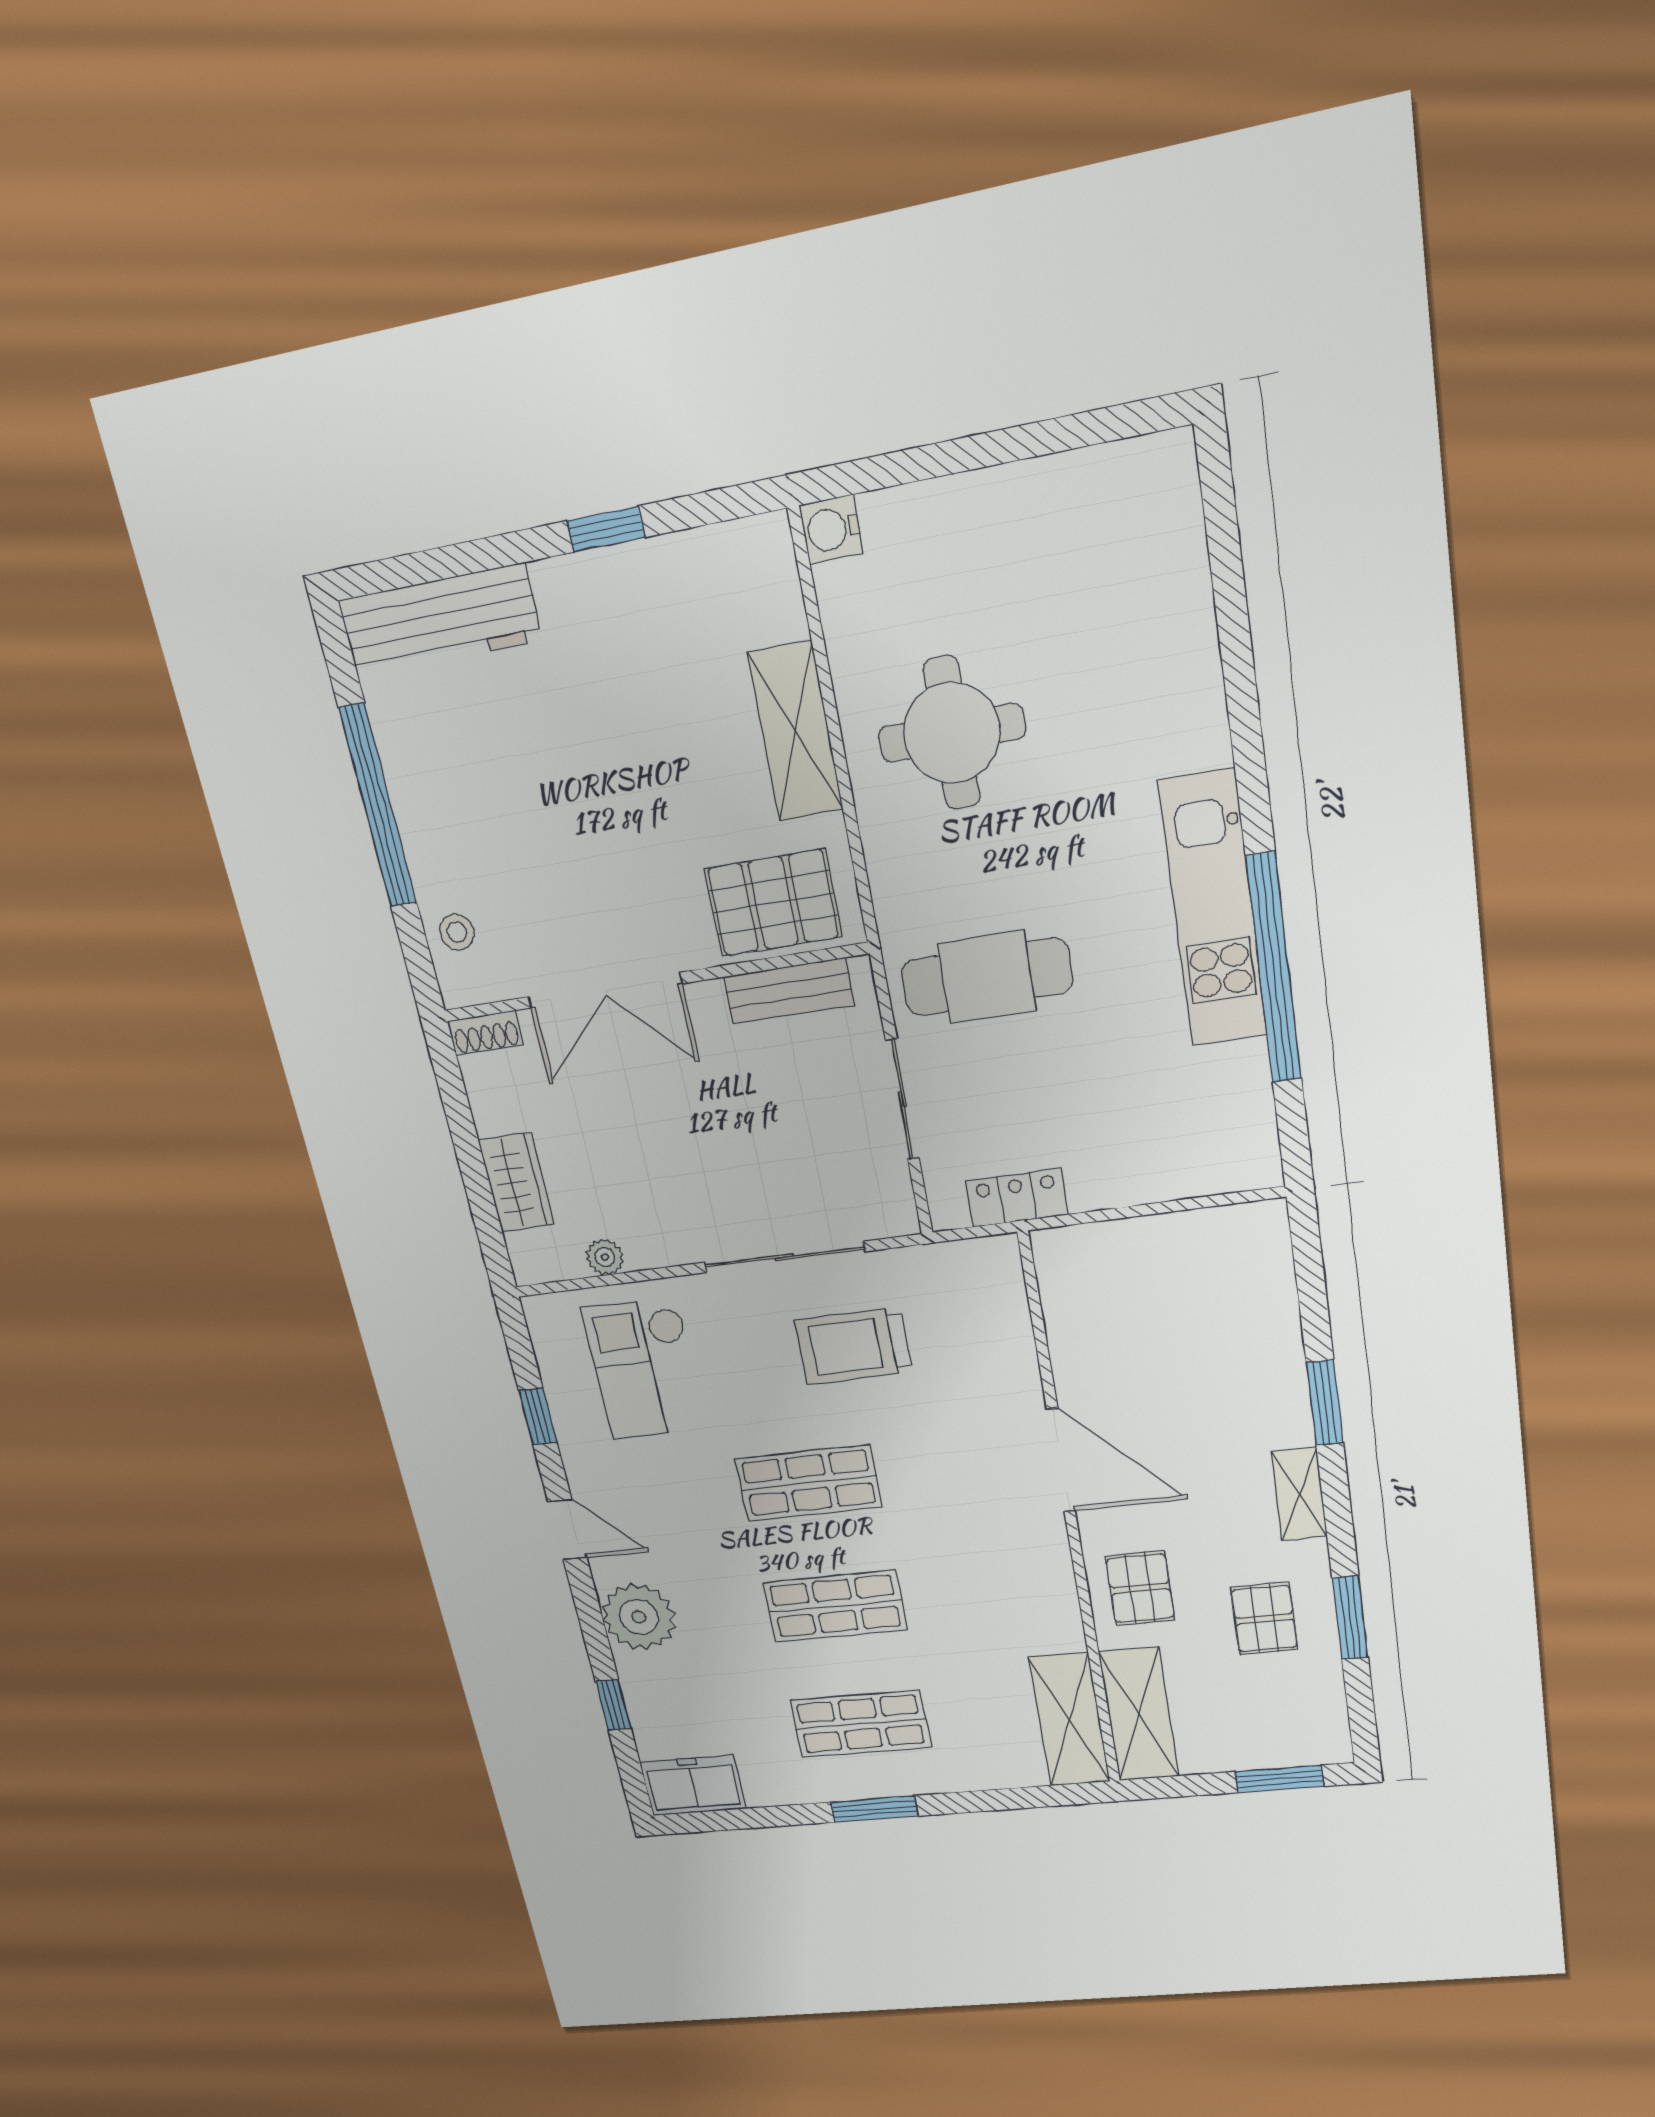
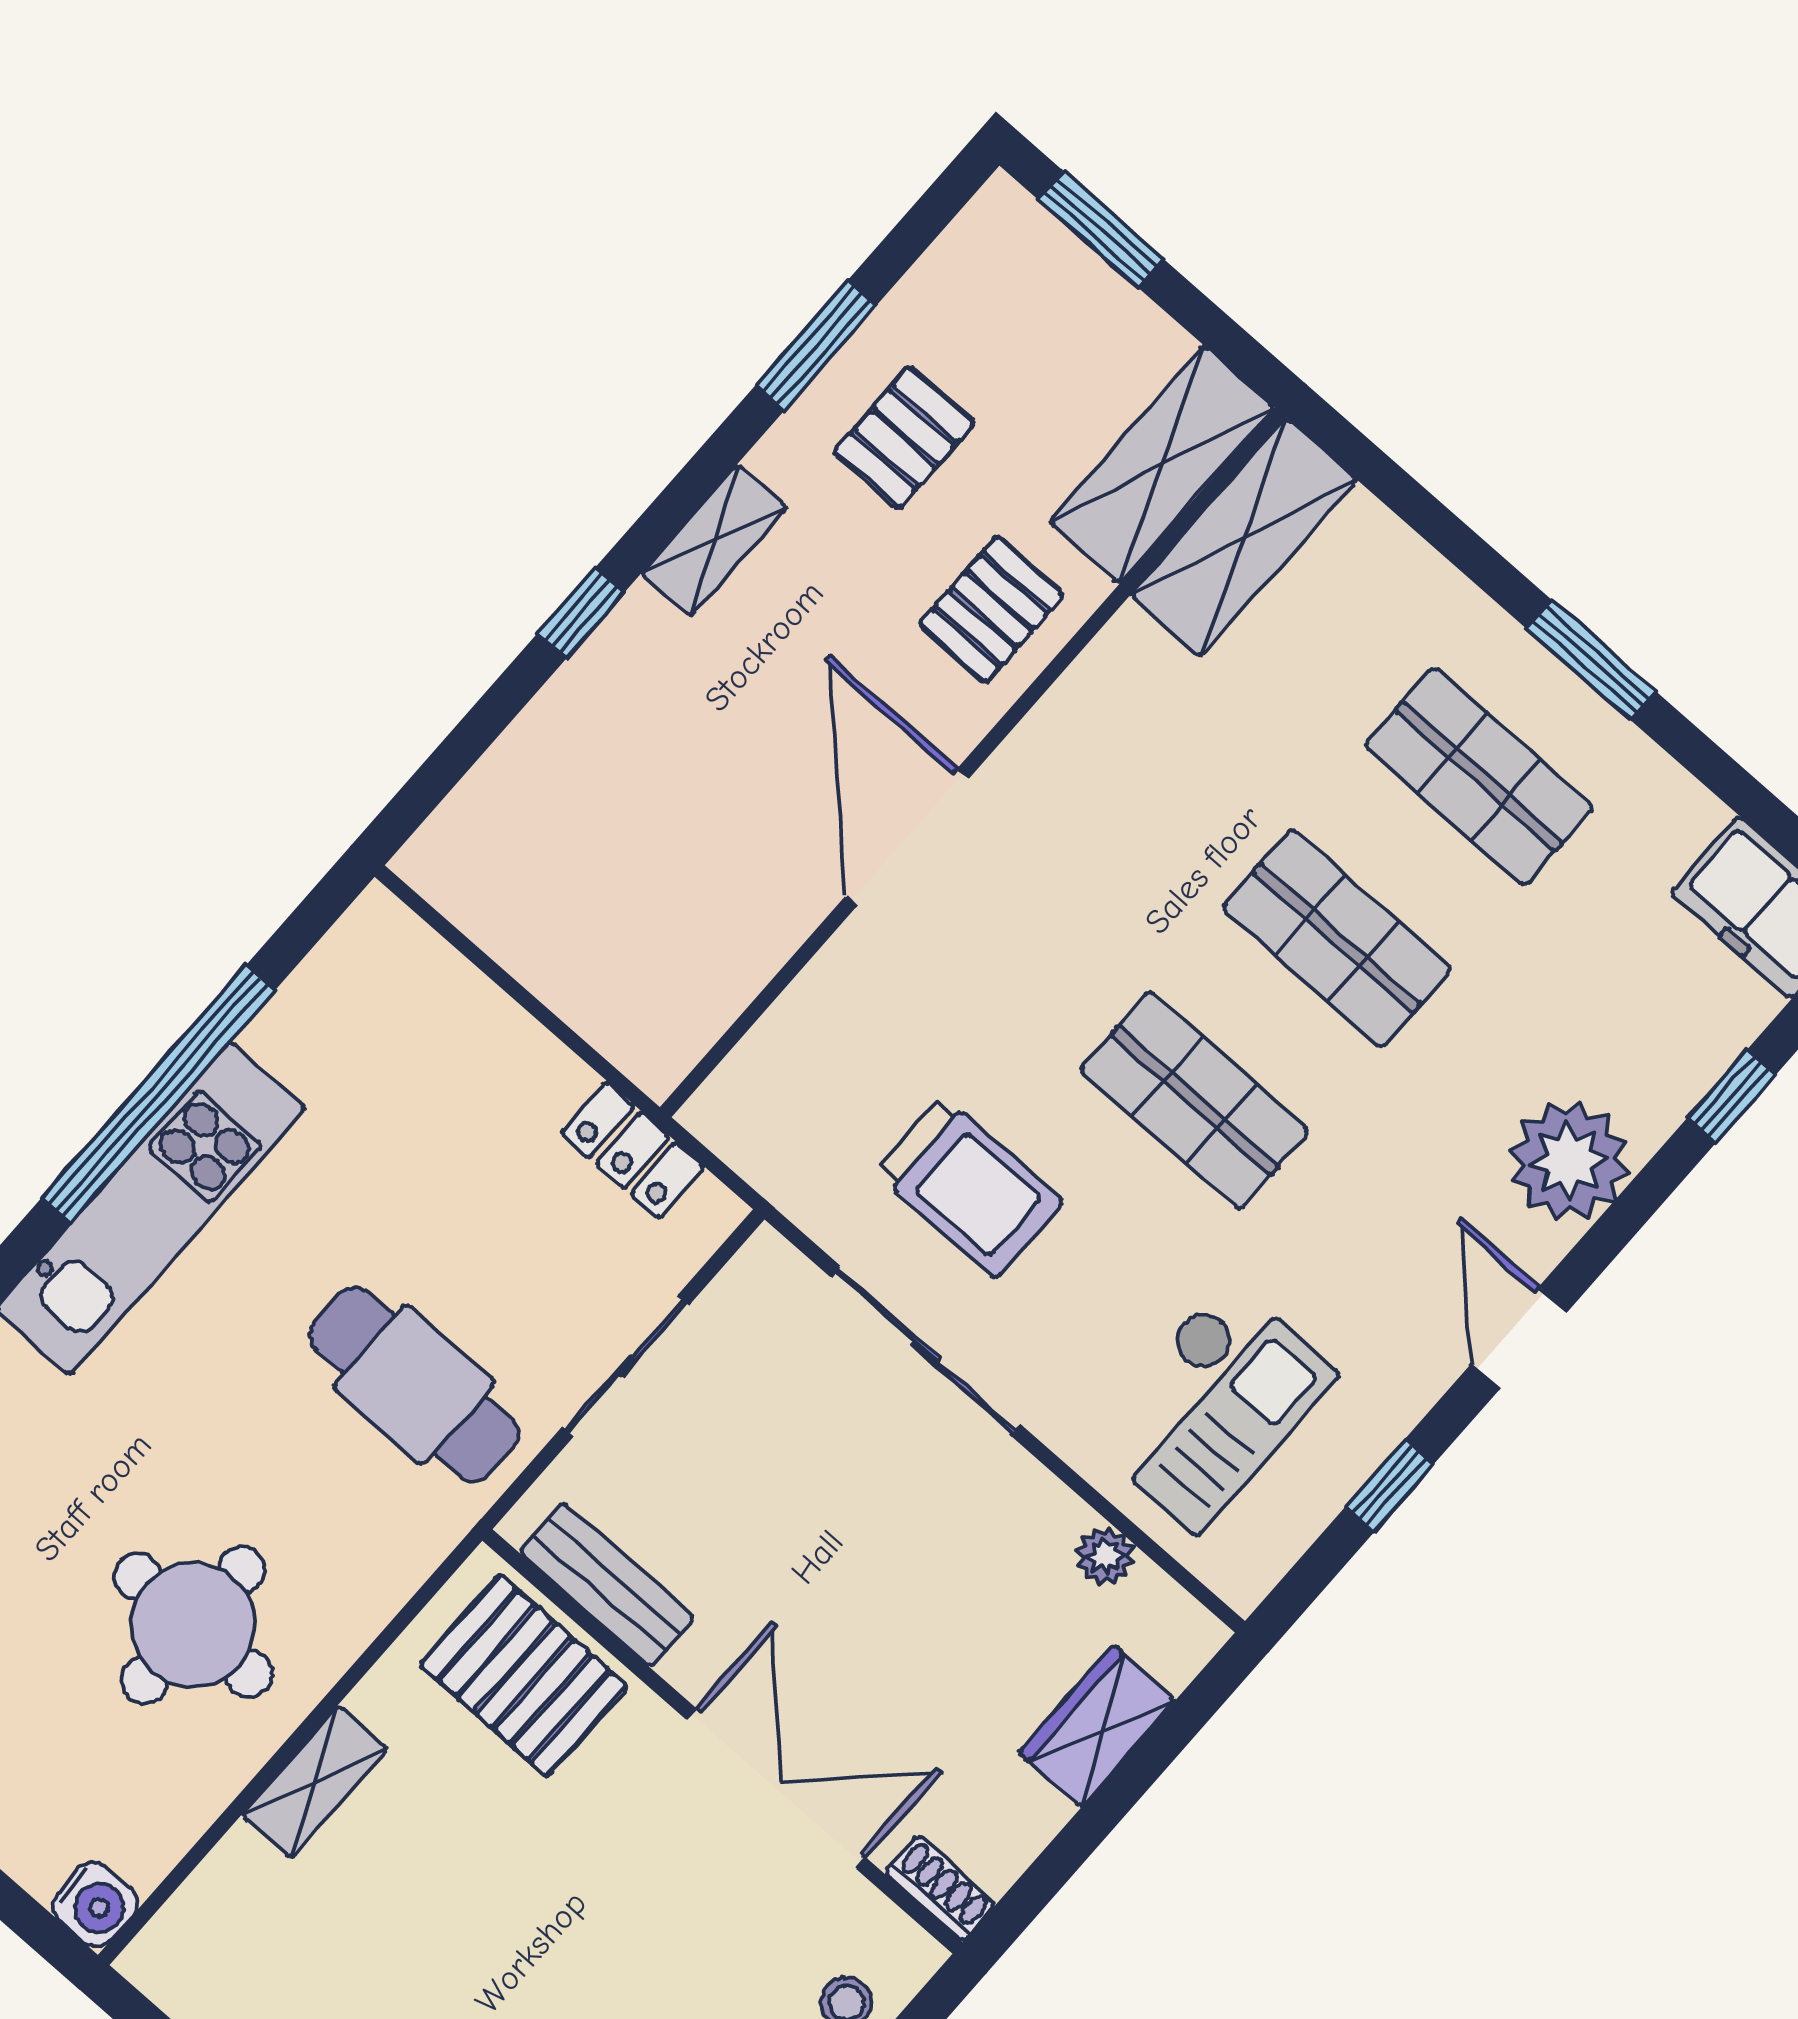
shelving: (796, 731) -> (315, 1782), width x0.67, depth x0.75
window: (1325, 1403) -> (581, 613), width x0.67

